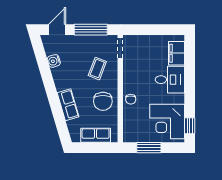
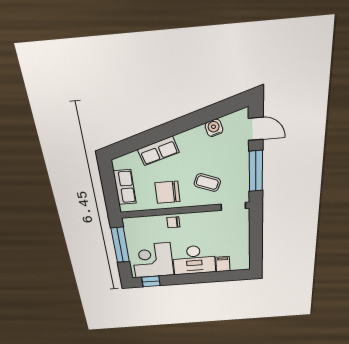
filing cabinet: (177, 53) -> (223, 264), width x0.50
desk: (170, 80) -> (194, 260), width x1.37
window: (149, 148) -> (120, 245), width x1.44

